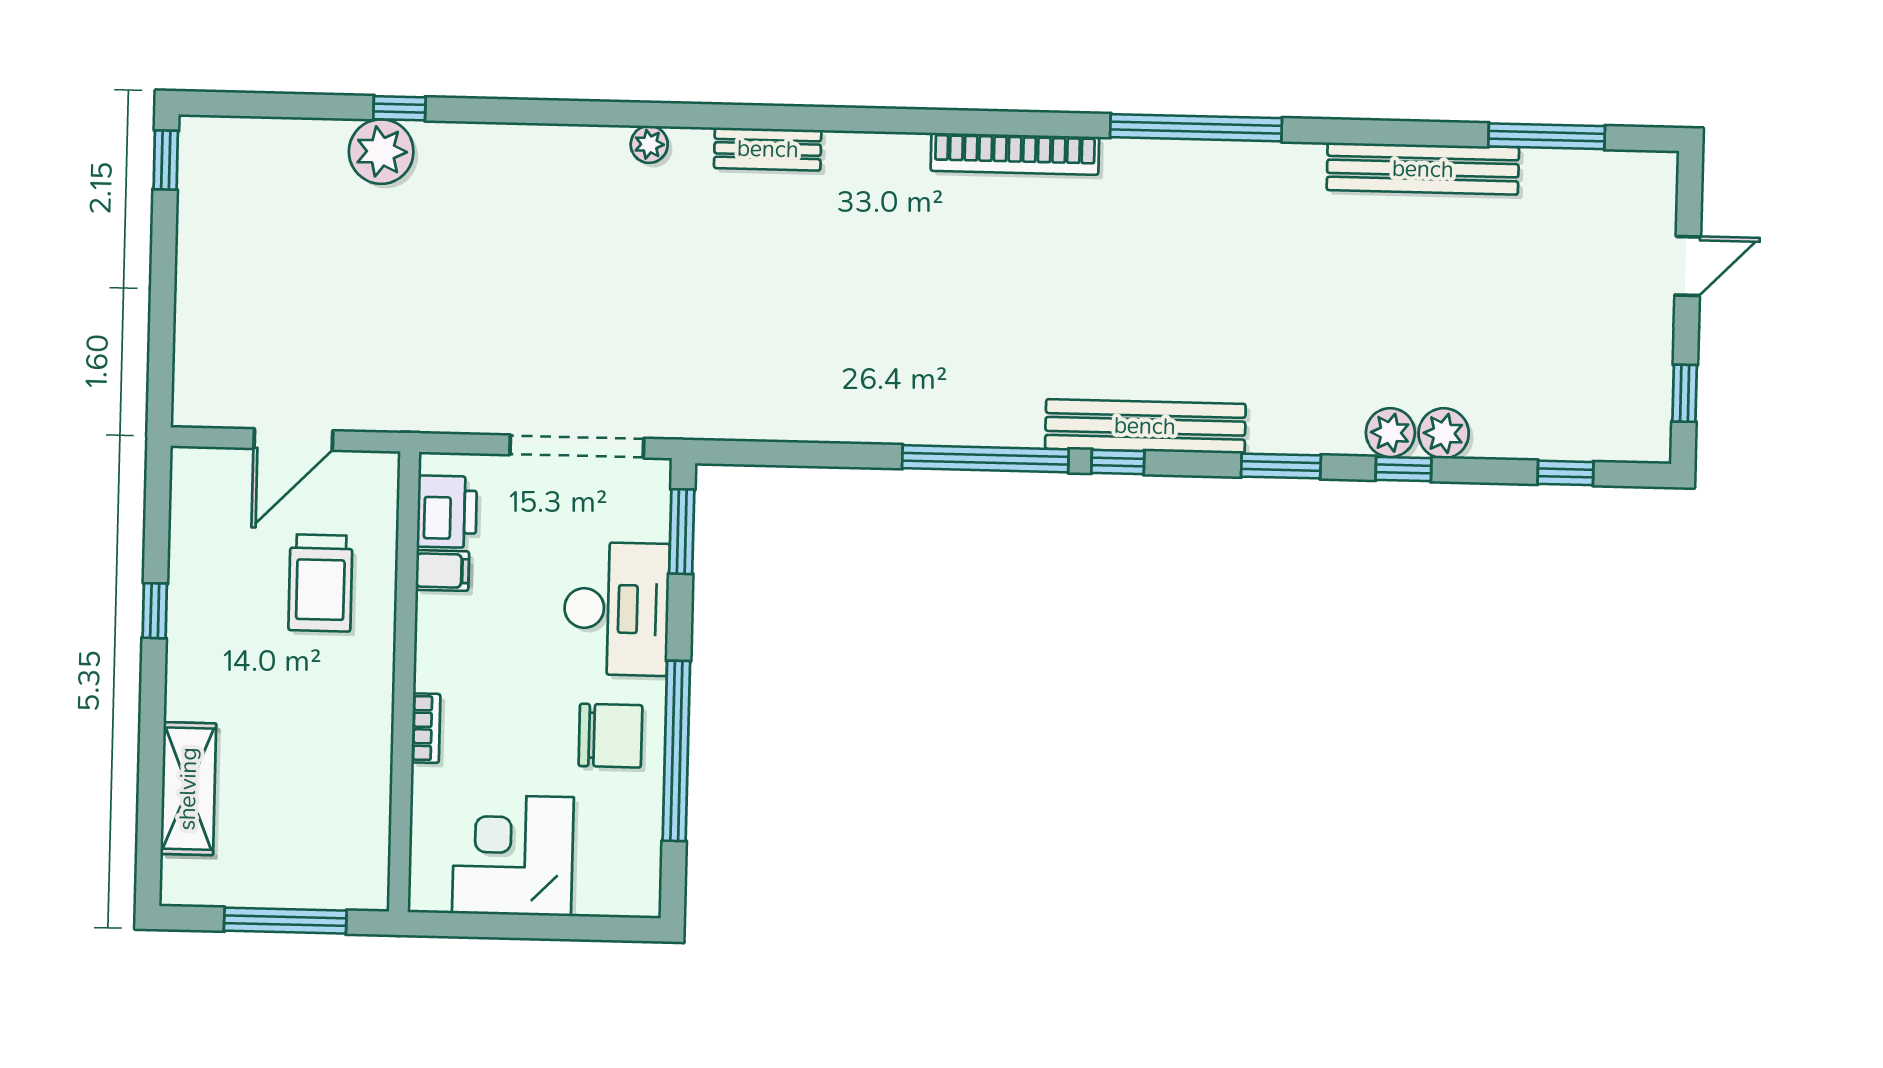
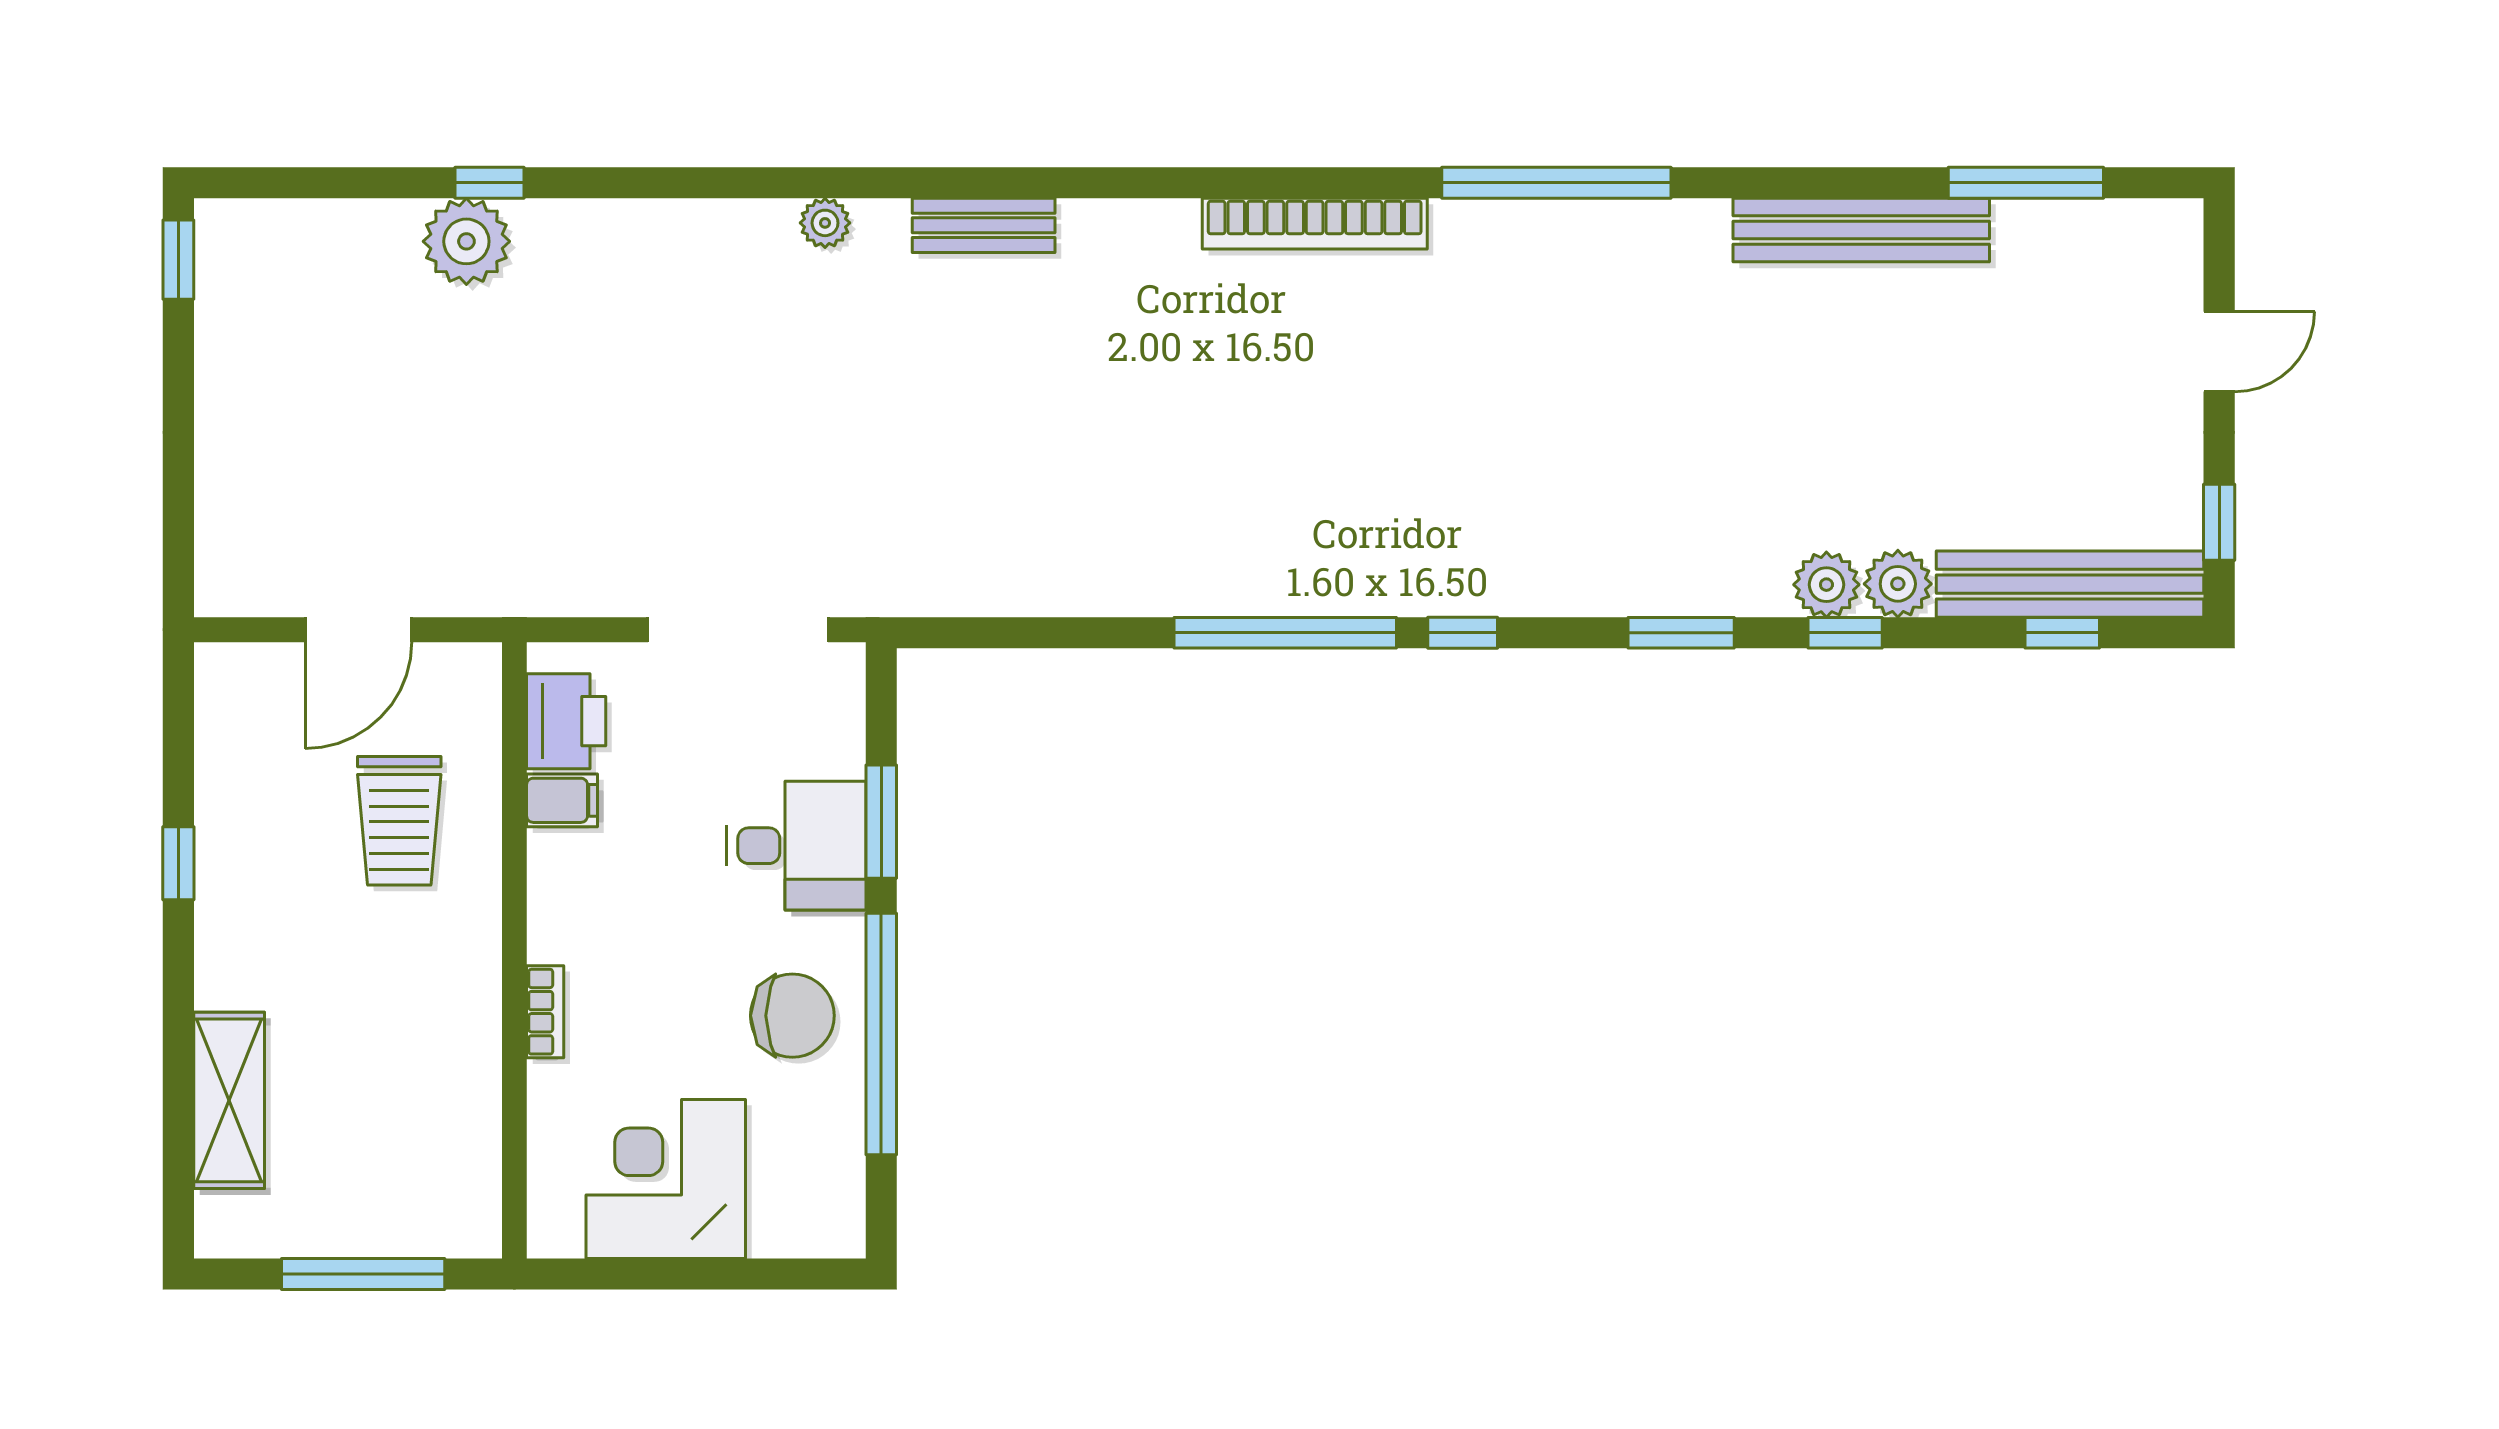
bench: (1145, 426) -> (2070, 584), moved
window: (682, 532) -> (881, 822), moved
desk: (616, 609) -> (796, 846), width x0.73

